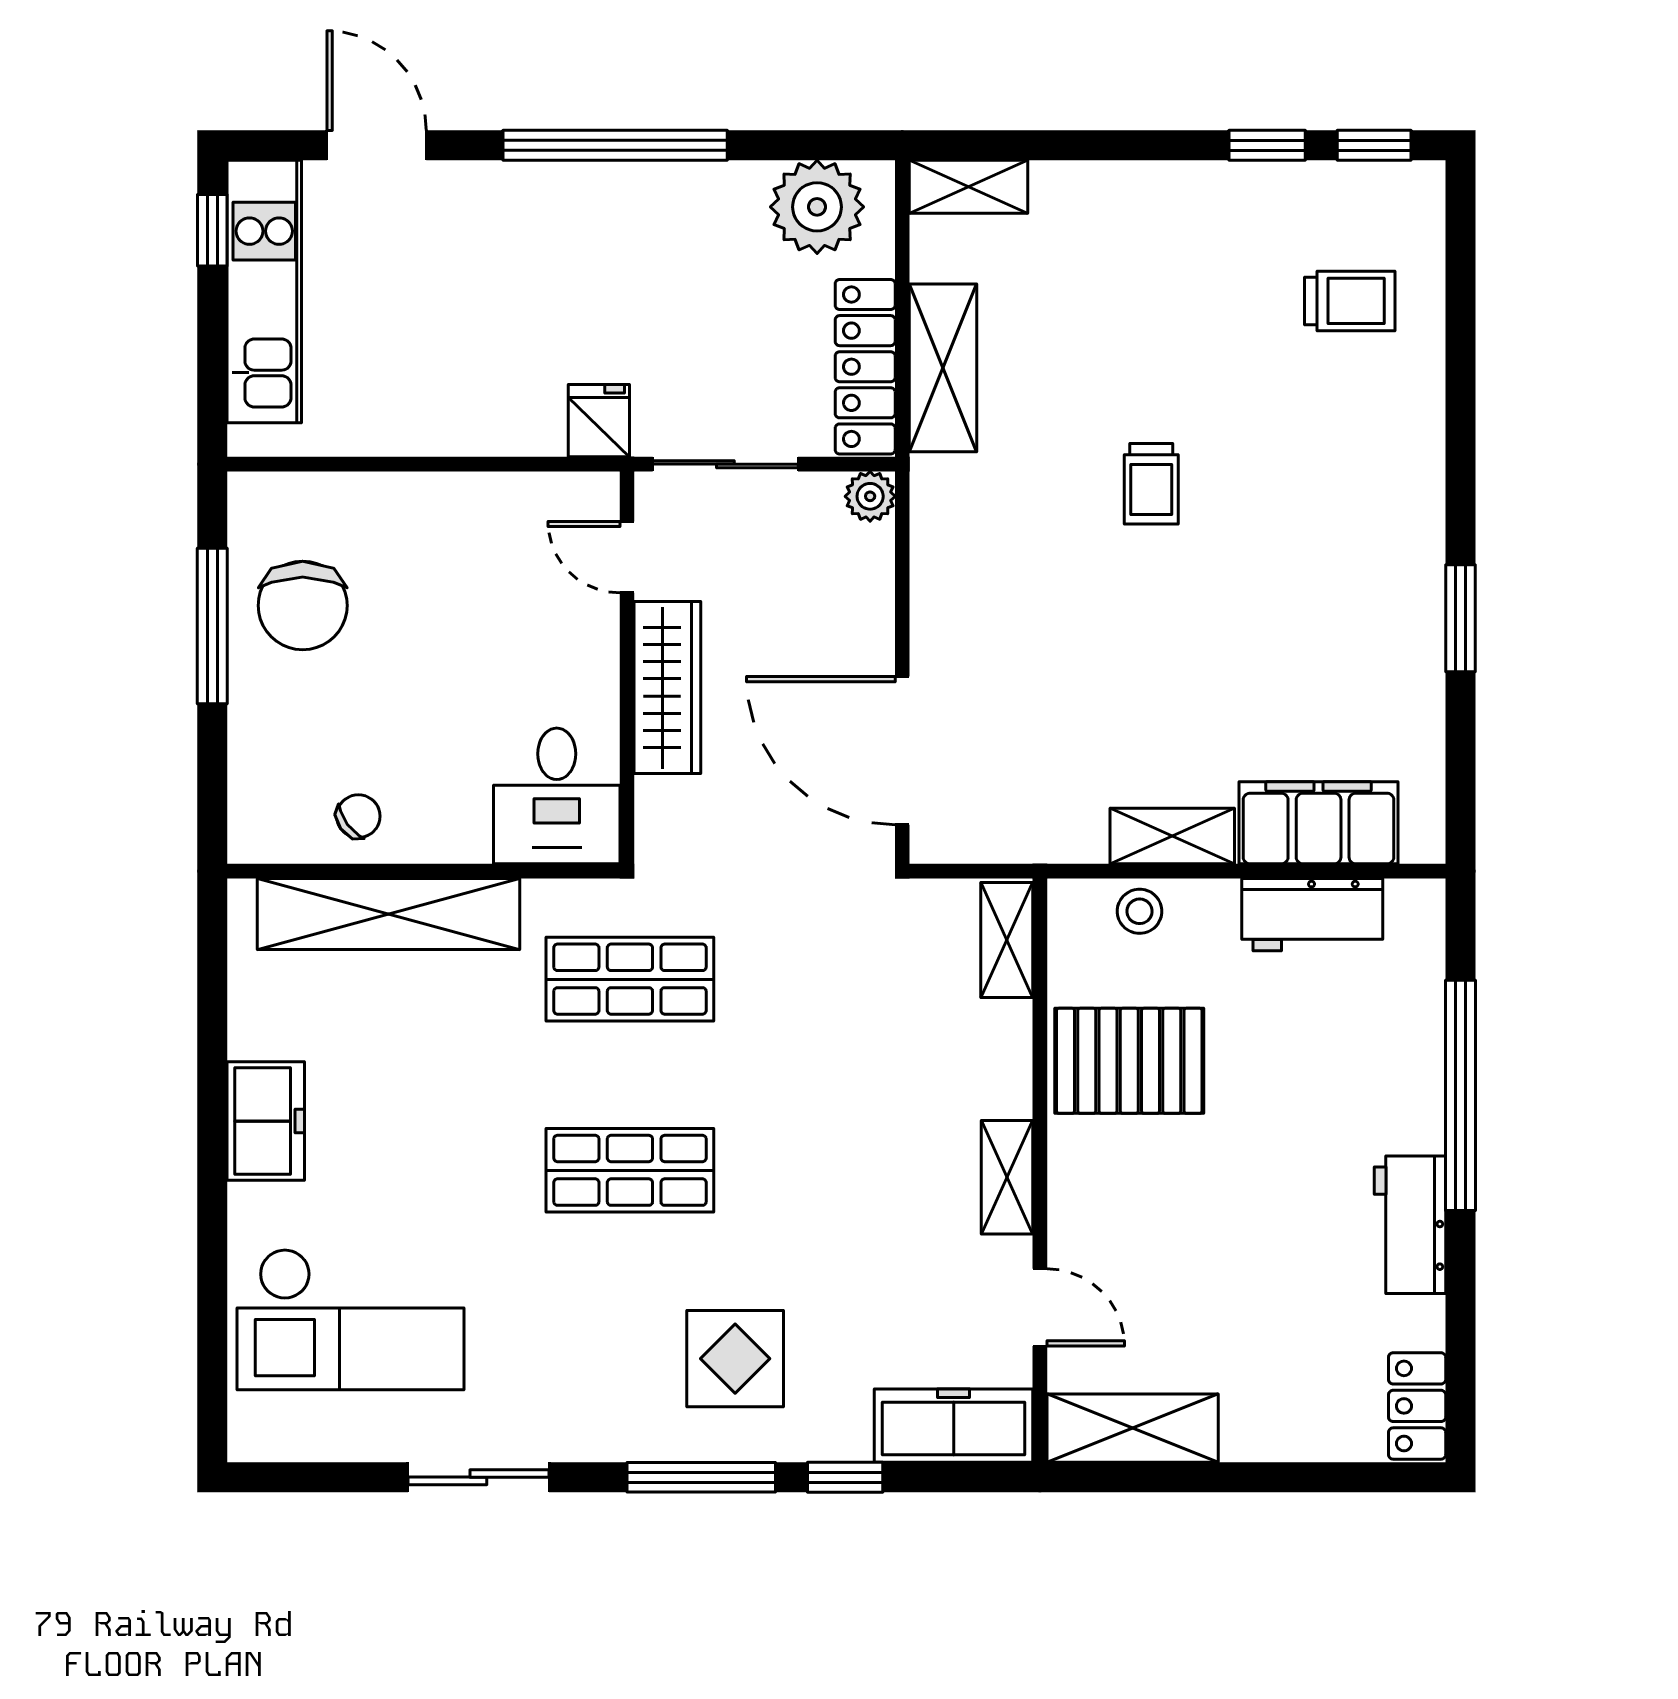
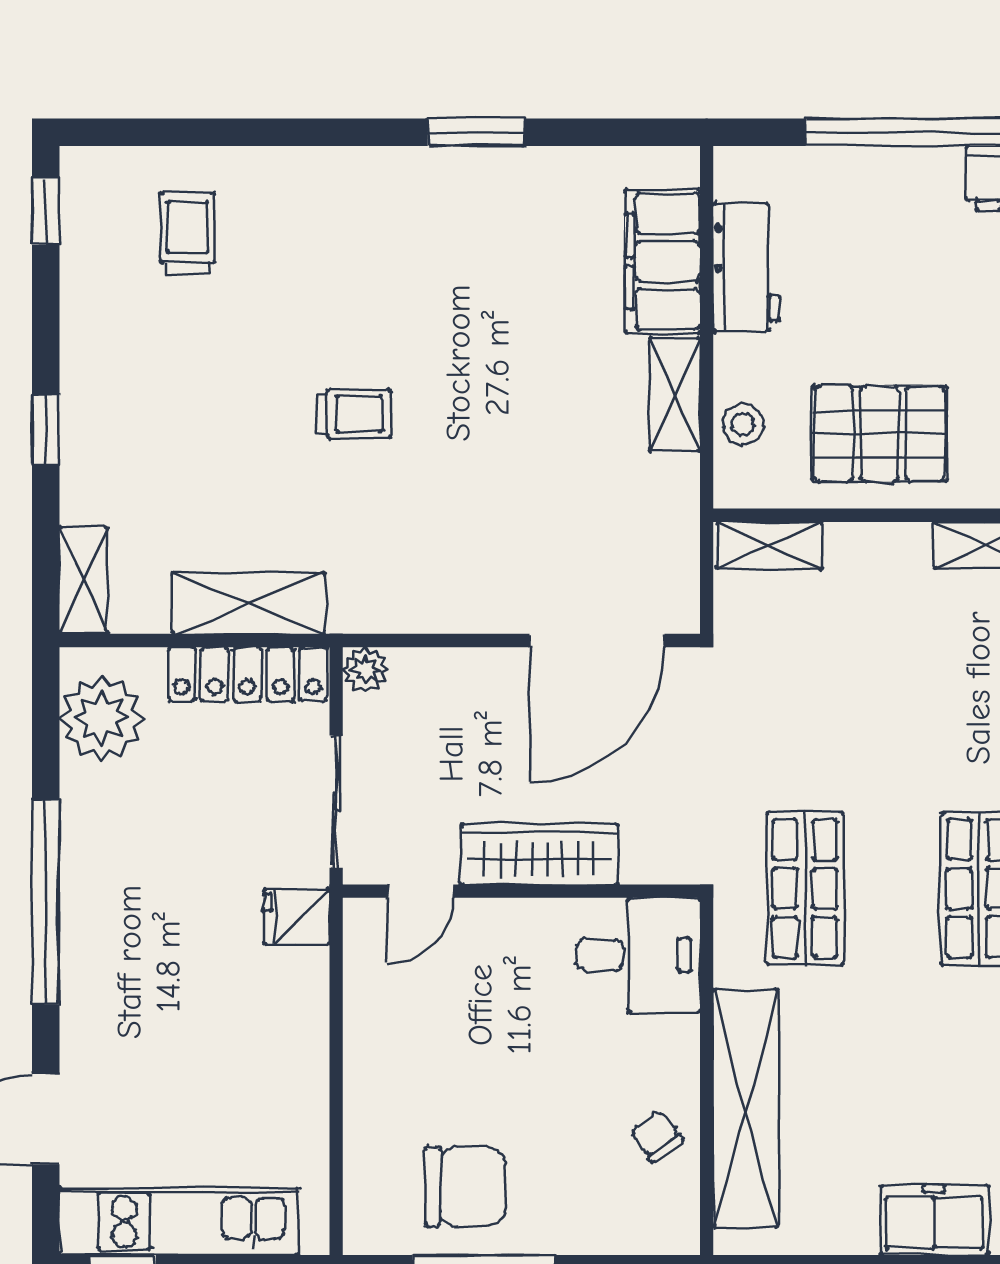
window: (1267, 145) -> (46, 429), moved
pallet: (1129, 1061) -> (879, 434), turned 90

